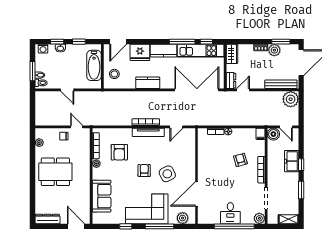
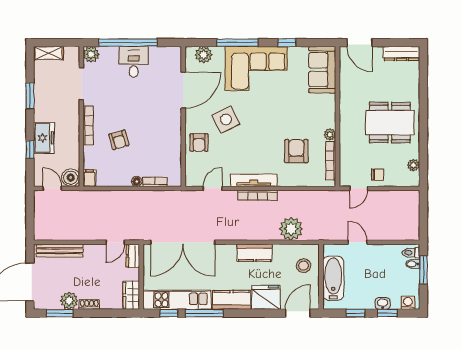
door: (67, 90) -> (358, 242), moved
plant: (291, 99) -> (291, 229), moved
door: (77, 127) -> (359, 188), hinge flipped
window: (301, 165) -> (30, 149), moved
armchair: (144, 170) -> (199, 143), moved
sofa: (102, 196) -> (322, 70), moved

